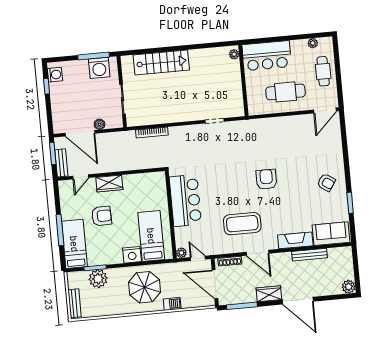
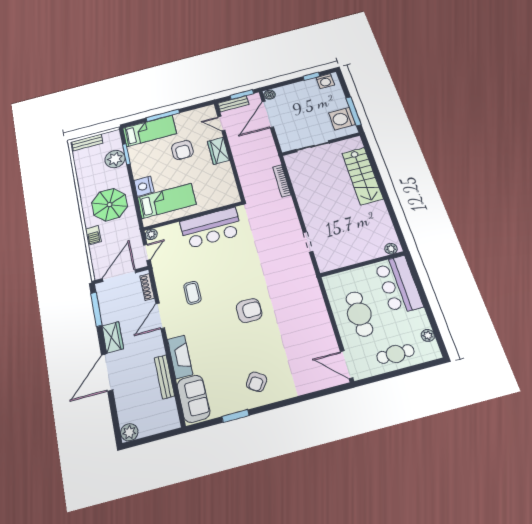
boiler: (100, 124) -> (269, 95), moved
coffee table: (242, 224) -> (192, 293), width x0.54, depth x0.58

